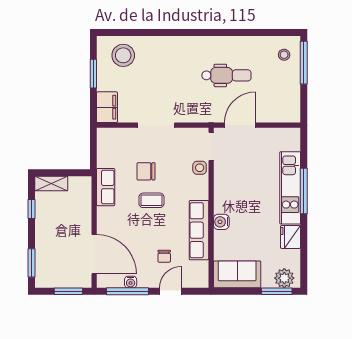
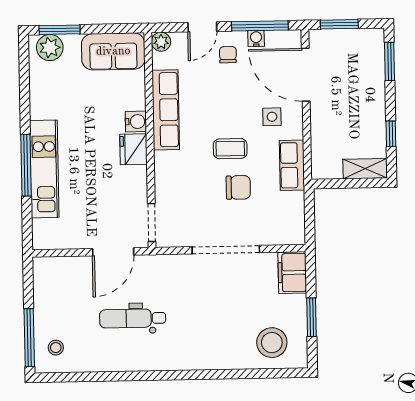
doorway: (156, 125) -> (226, 250), width x1.36
side table: (200, 168) -> (272, 117), moved
fridge: (290, 237) -> (133, 149), moved, turned 180
chair: (164, 256) -> (228, 55), moved
plant: (201, 281) -> (161, 42), added

